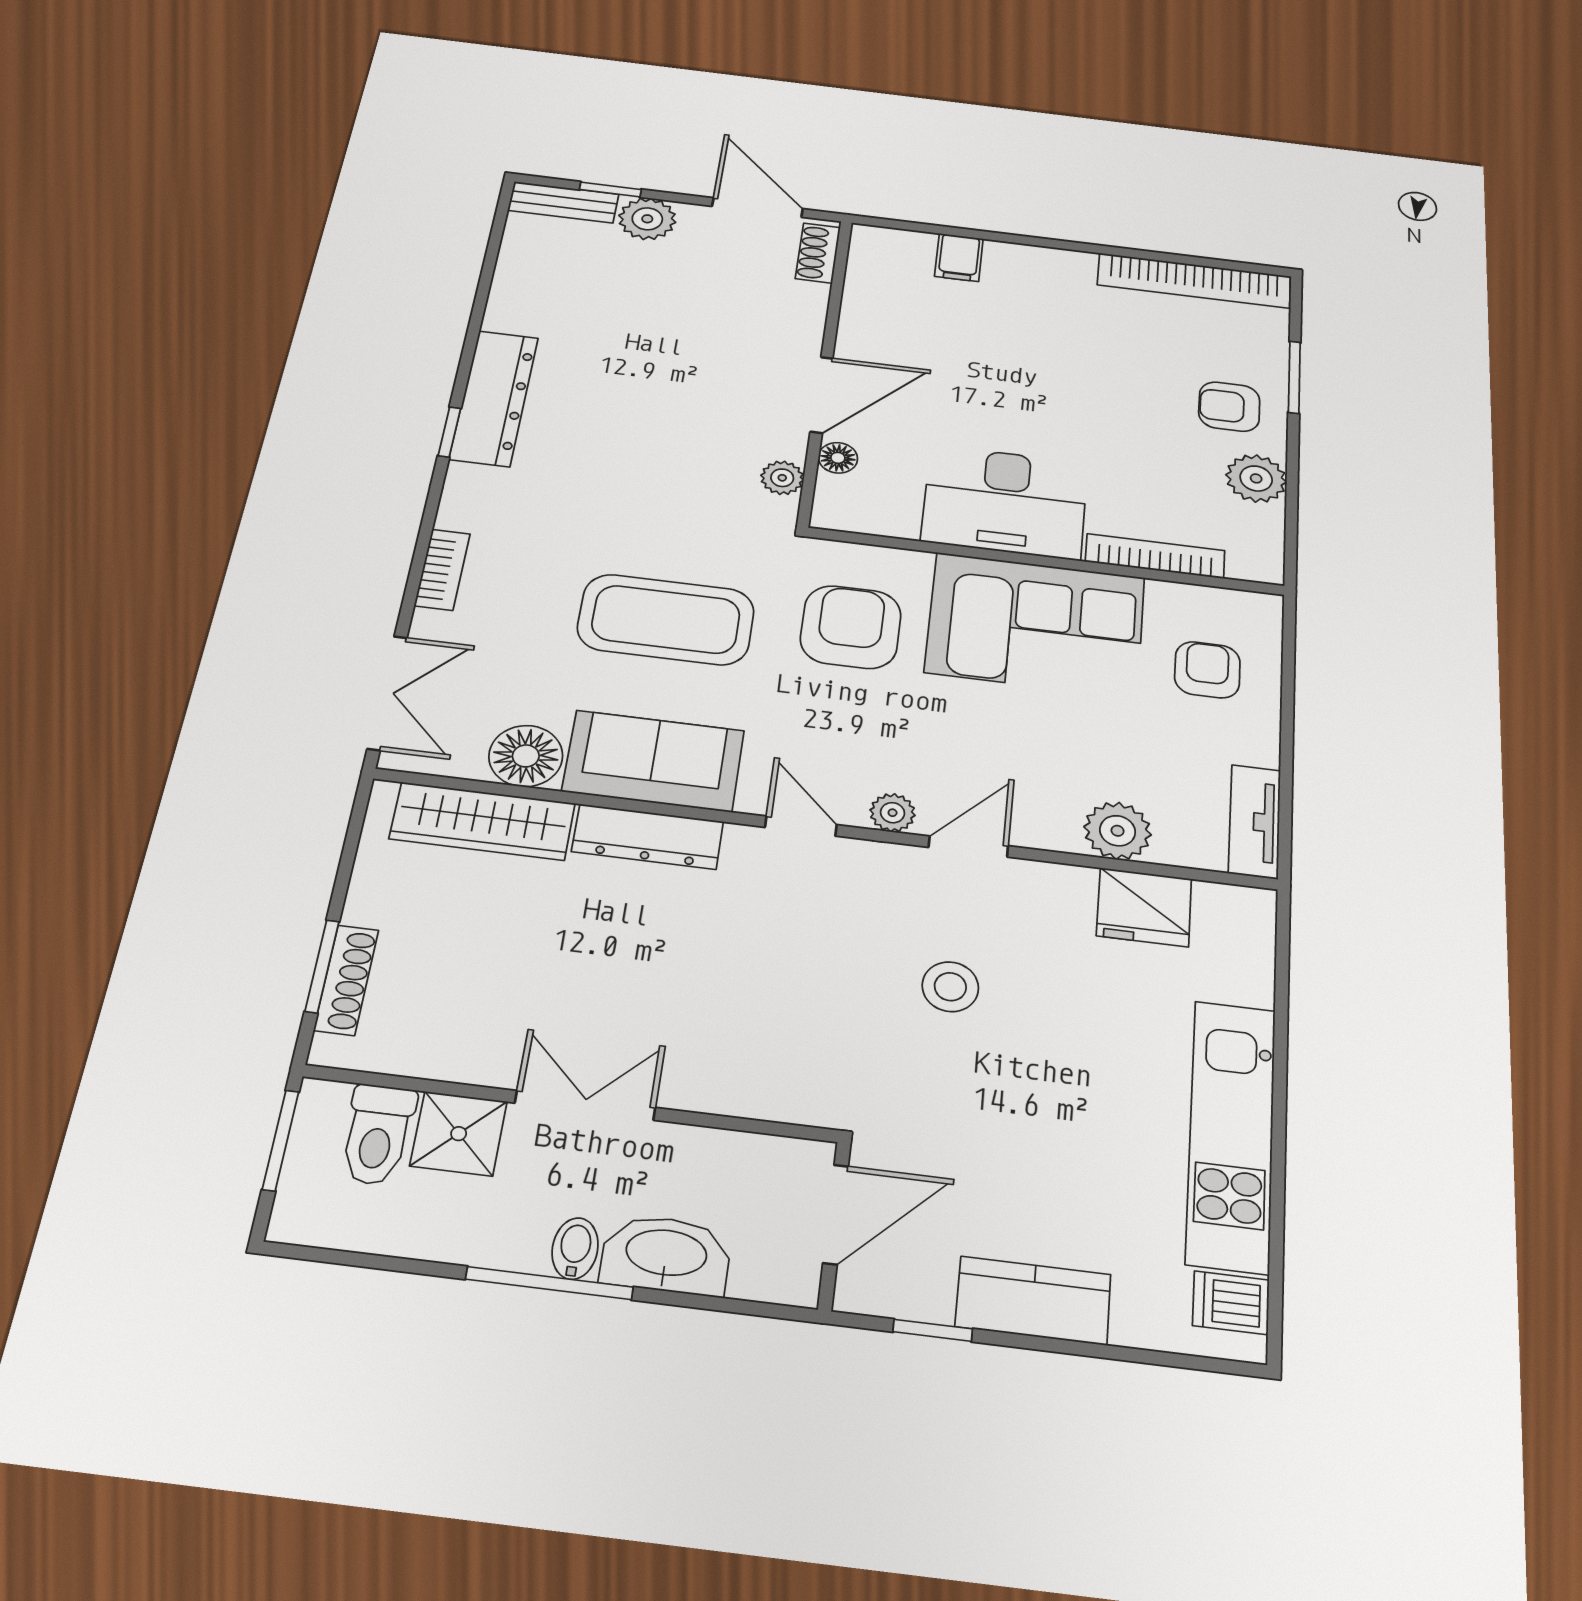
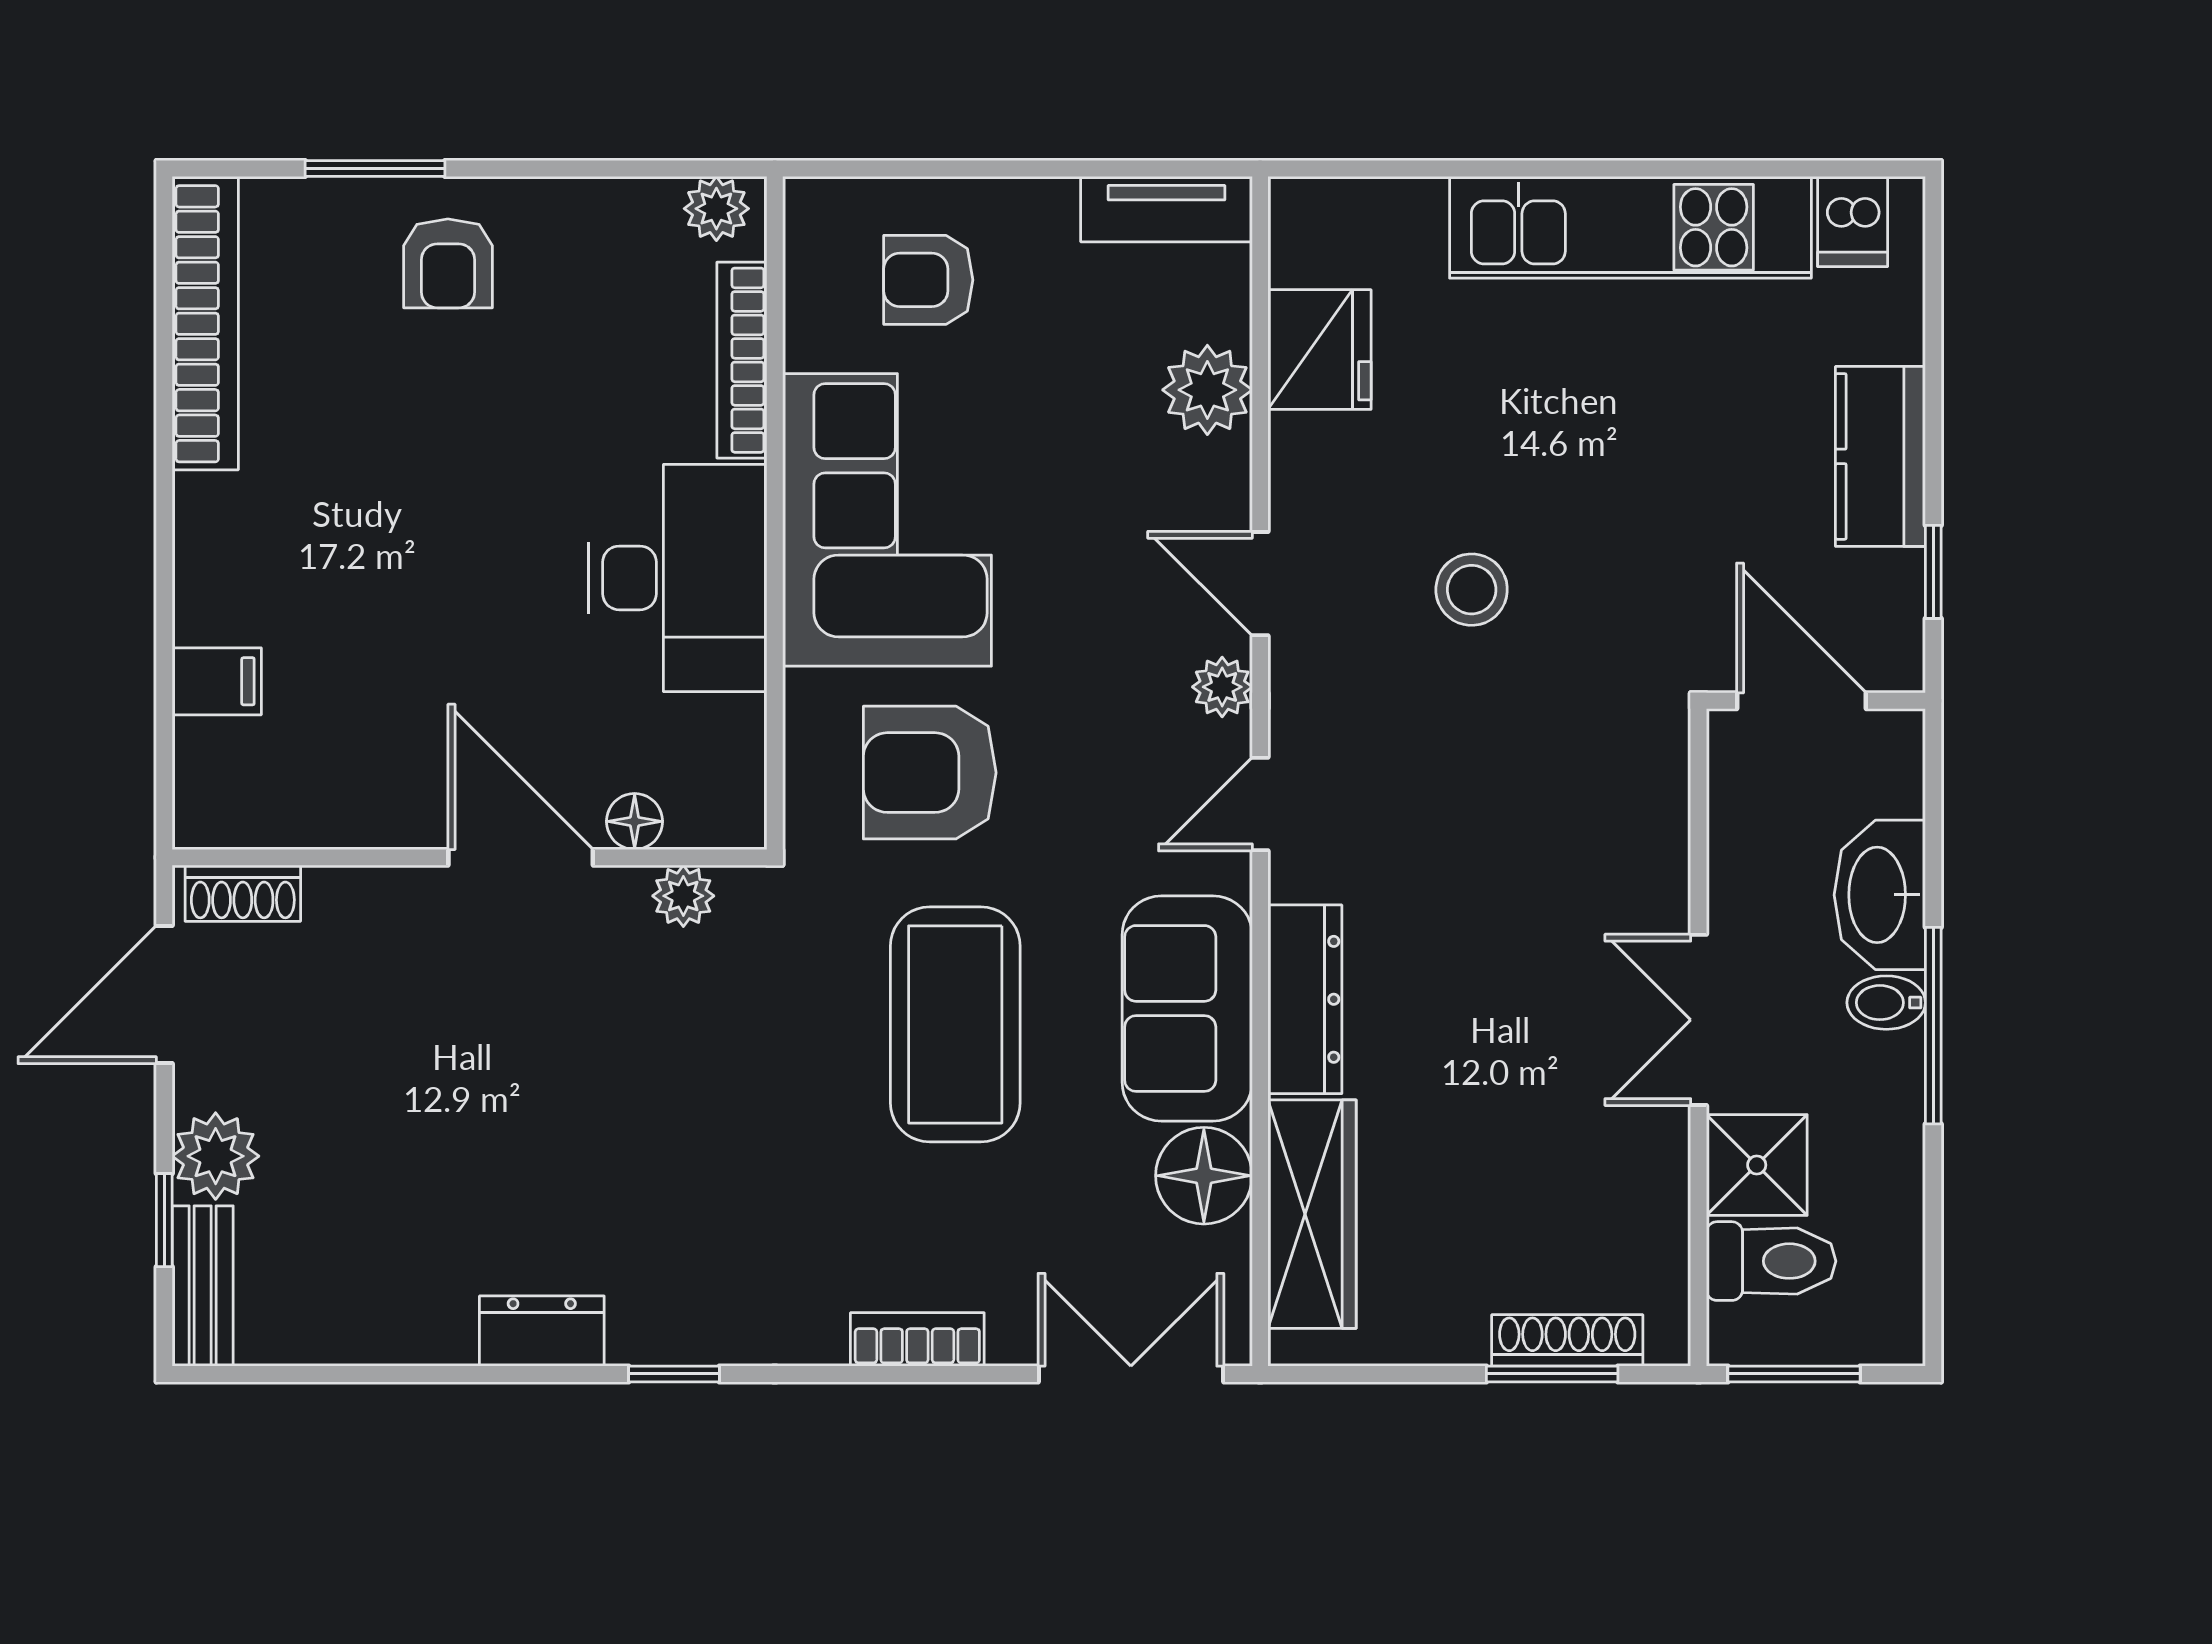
dresser: (494, 398) -> (542, 1331), width x0.51, depth x0.80
plant: (1256, 478) -> (716, 209), moved, width x0.73, depth x0.73

